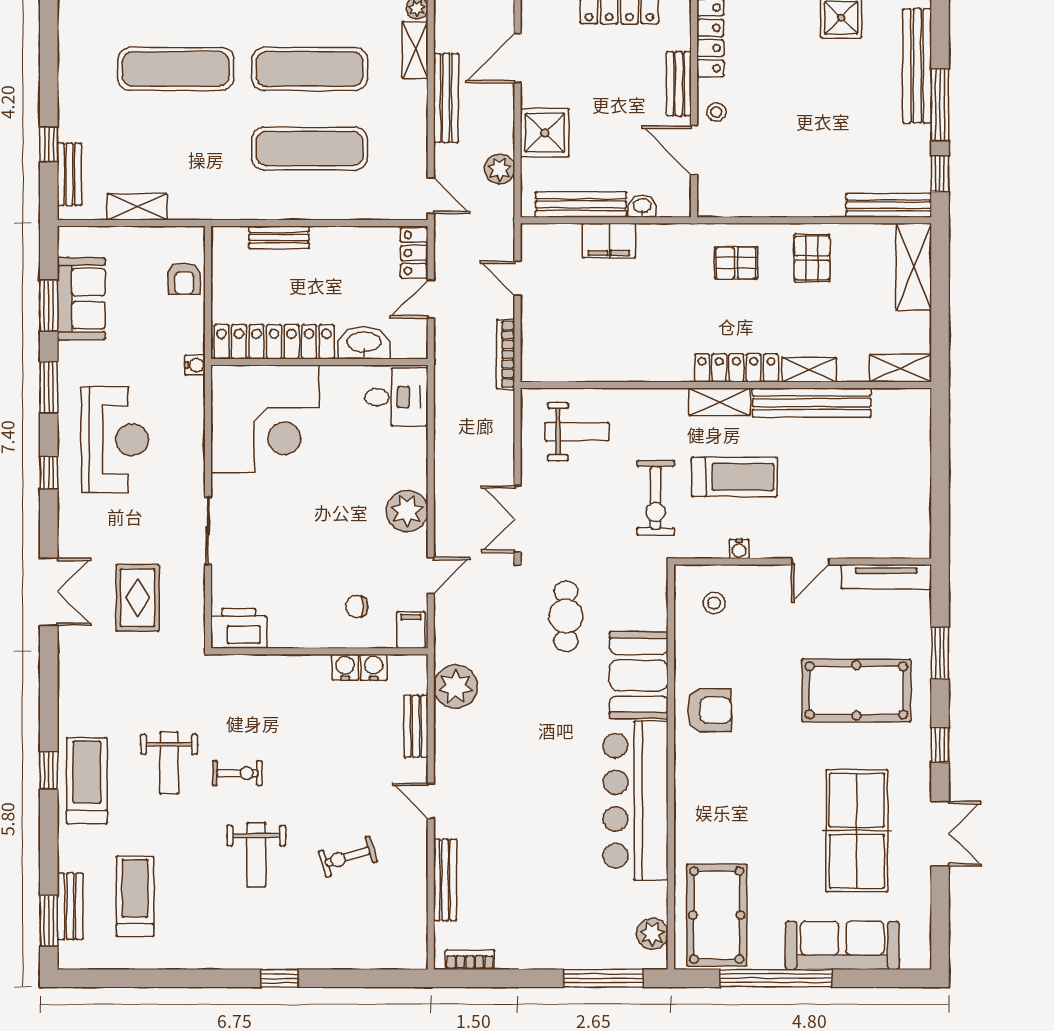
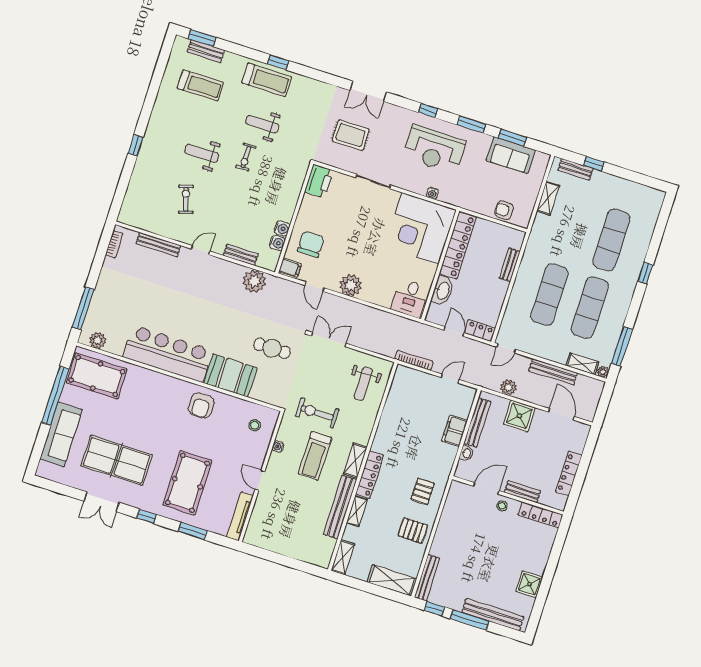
water cooler: (195, 365) -> (432, 193), moved
chair: (357, 606) -> (311, 244), width x1.87, depth x1.87

